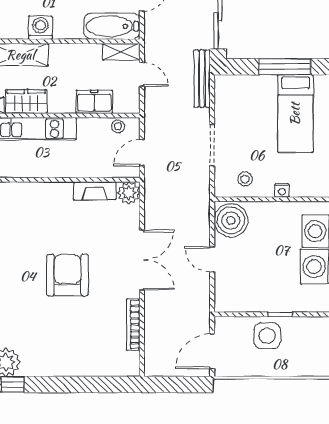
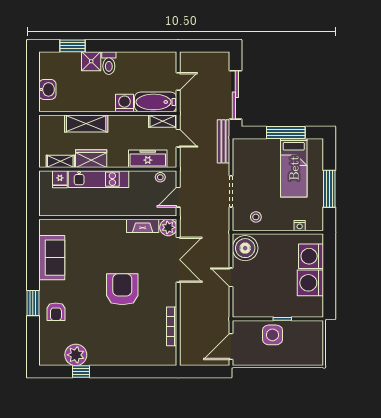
washing machine: (40, 28) -> (124, 103), moved
freezer: (94, 102) -> (148, 159), width x1.40
nightstand: (282, 190) -> (300, 226), moved
double door: (142, 260) -> (178, 260), moved

